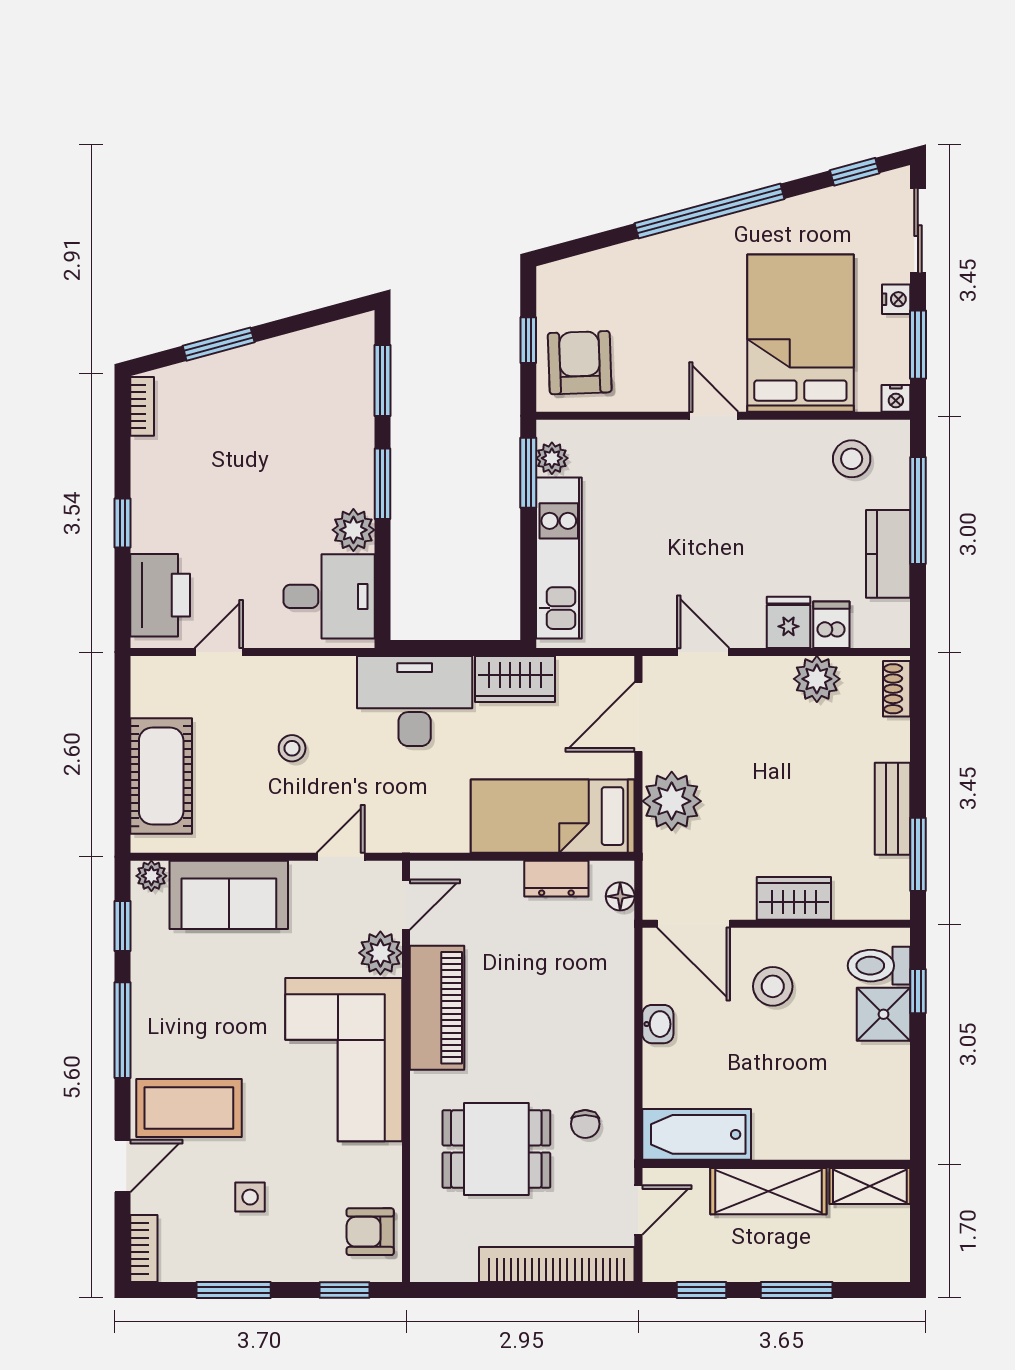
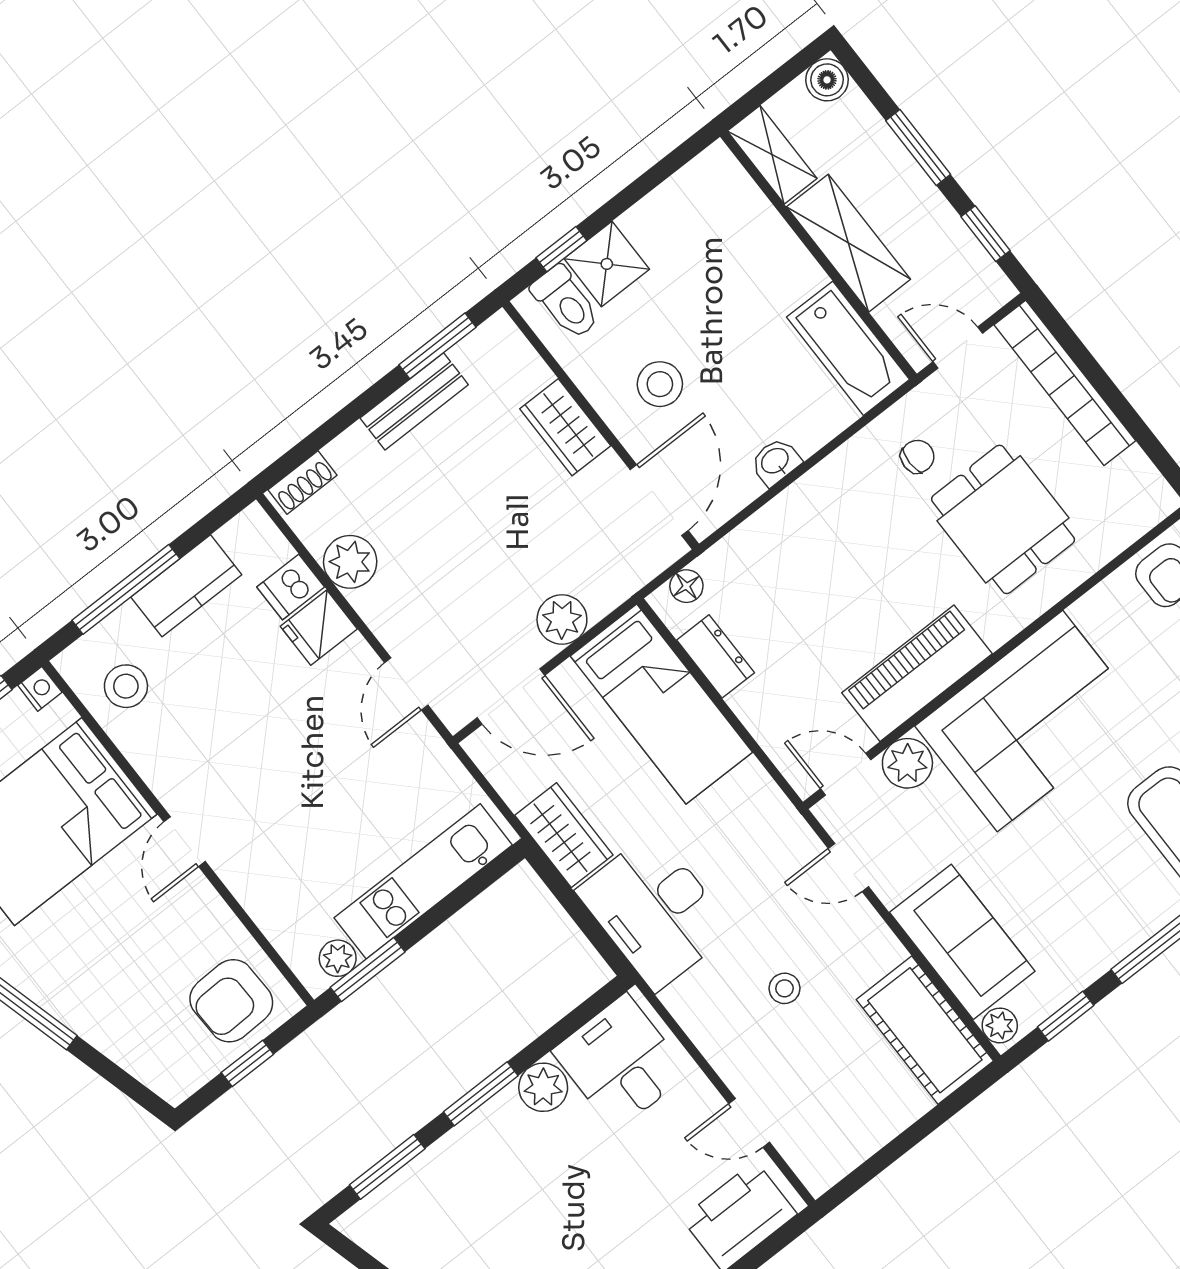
cot: (161, 776) -> (925, 1030), moved, turned 90
plant: (672, 801) -> (562, 619), width x0.73, depth x0.73
boiler: (892, 1264) -> (827, 80), added

